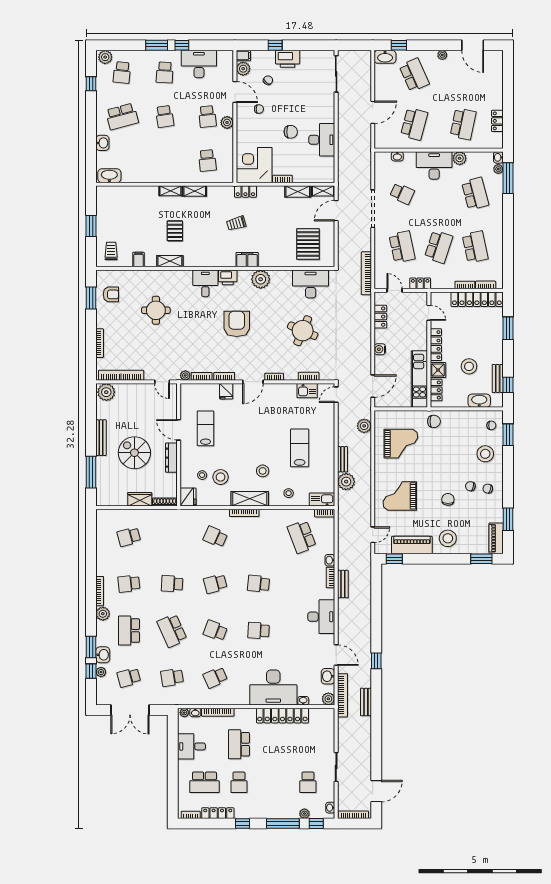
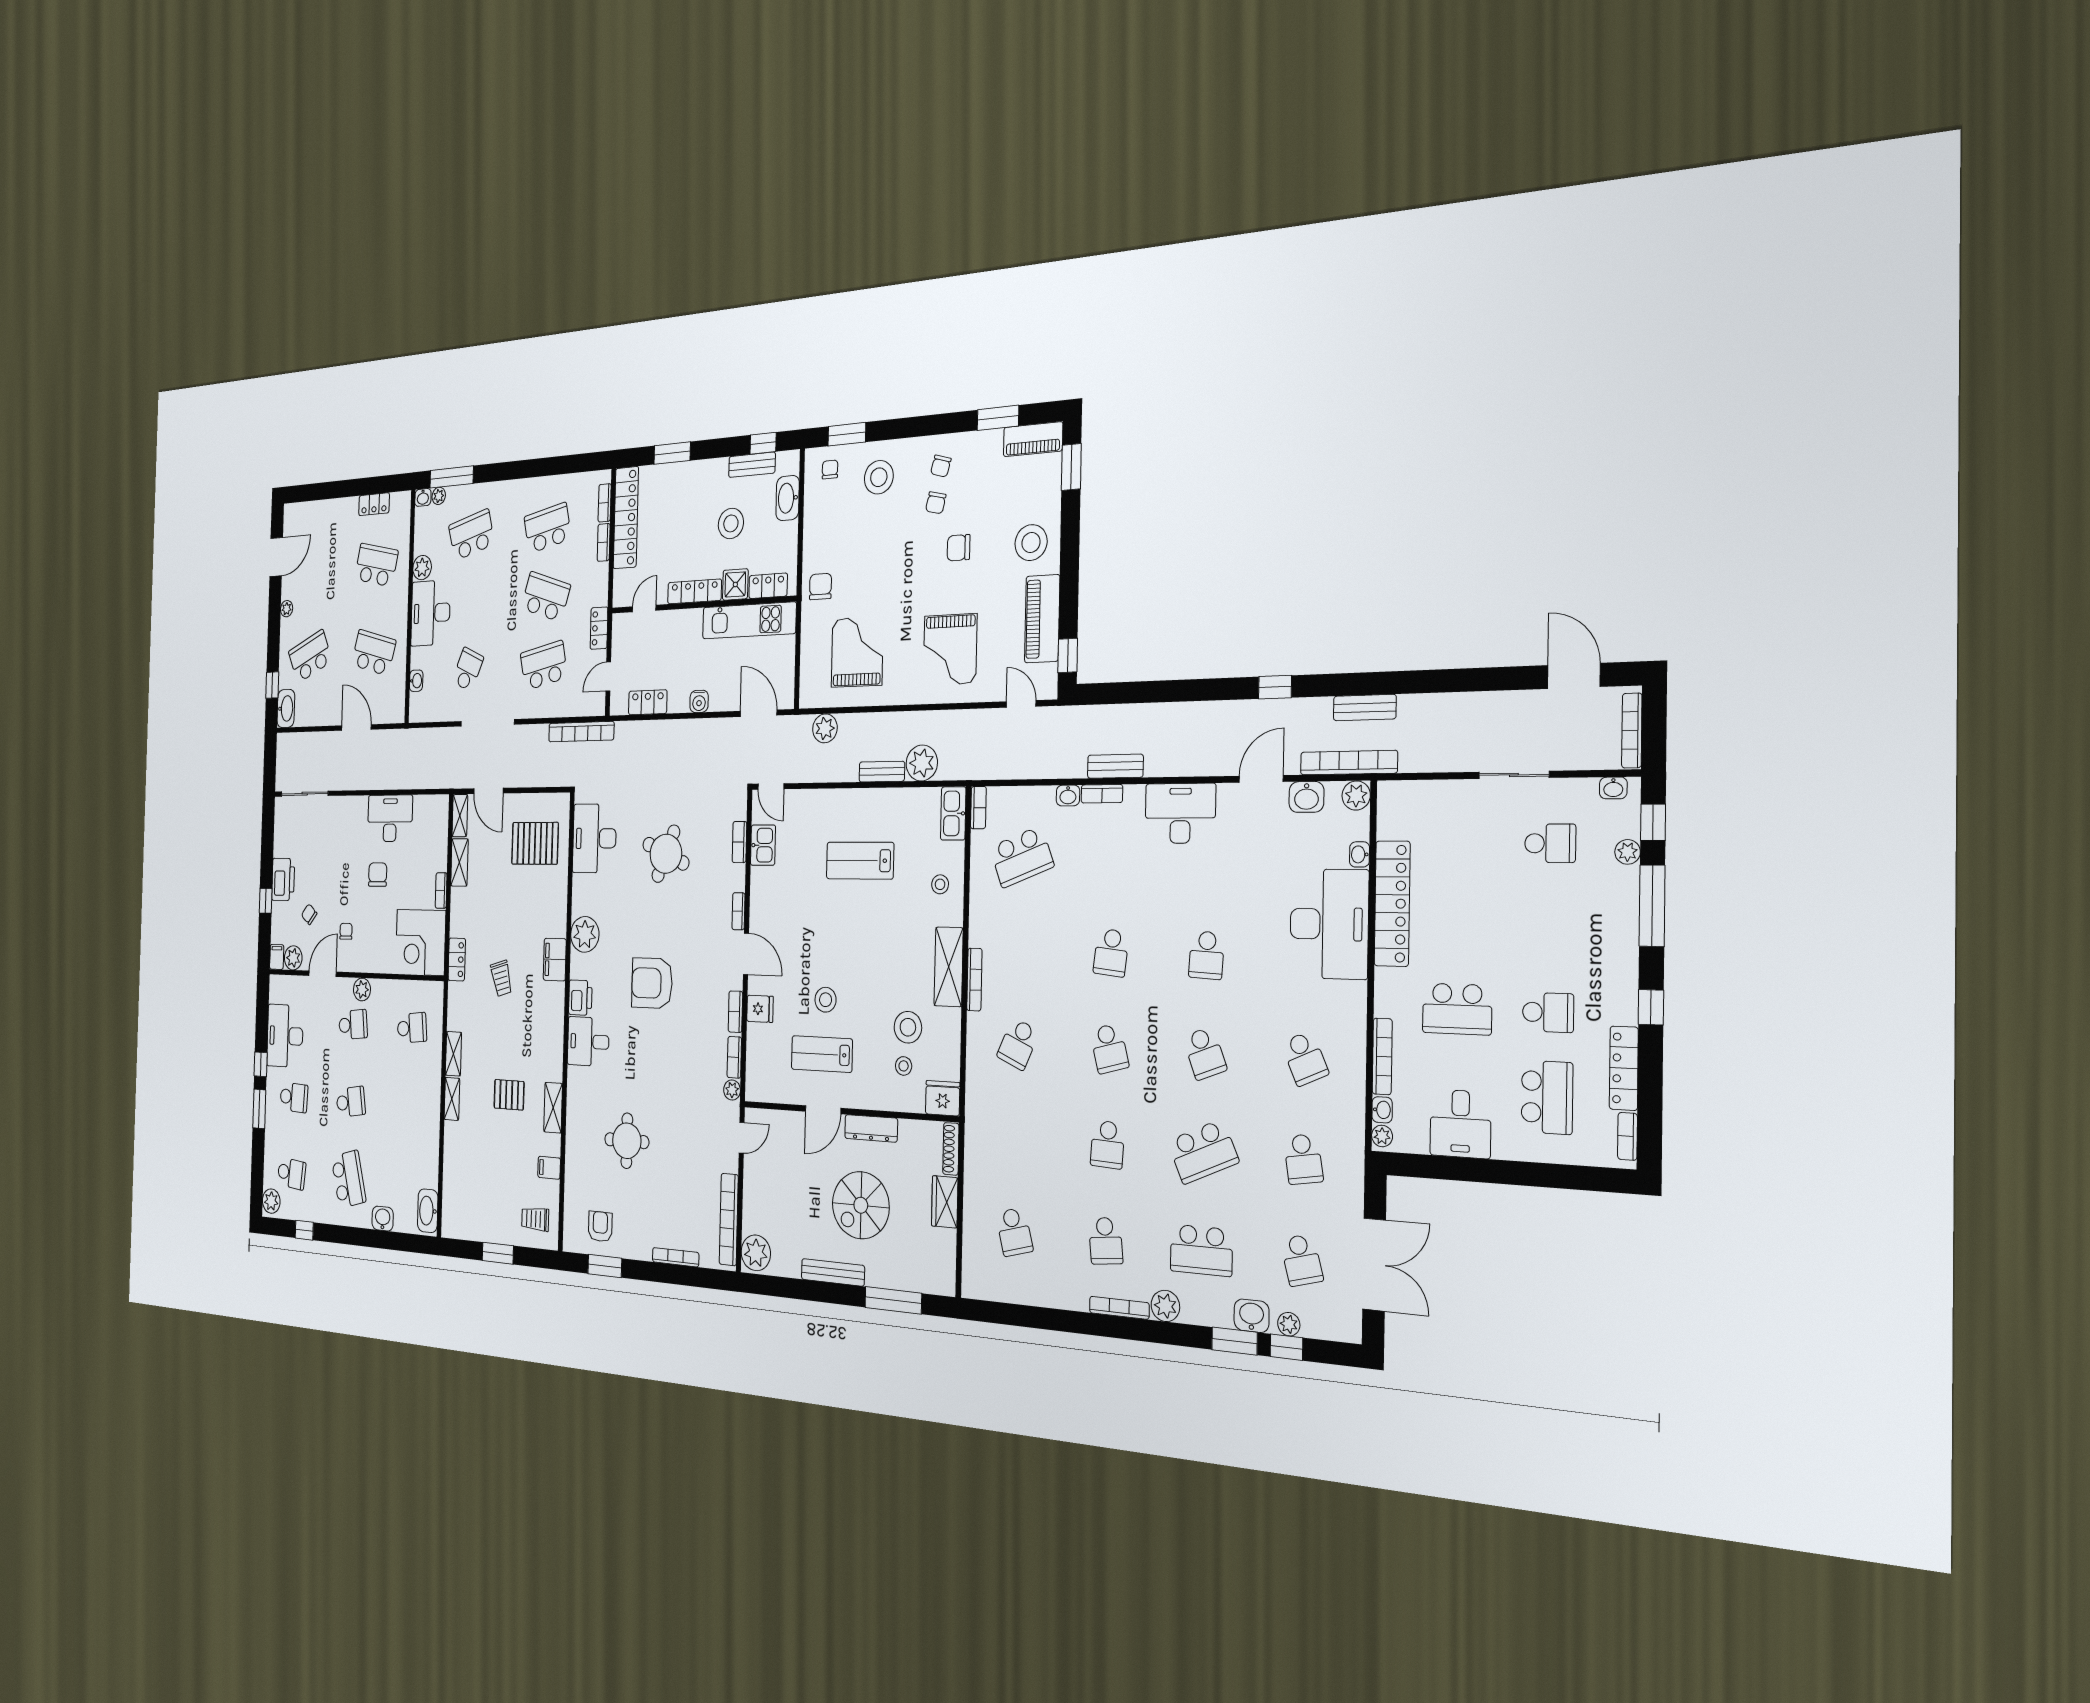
stool: (263, 471) -> (826, 1000), moved
school desk: (215, 631) -> (1205, 1053), turned -42

